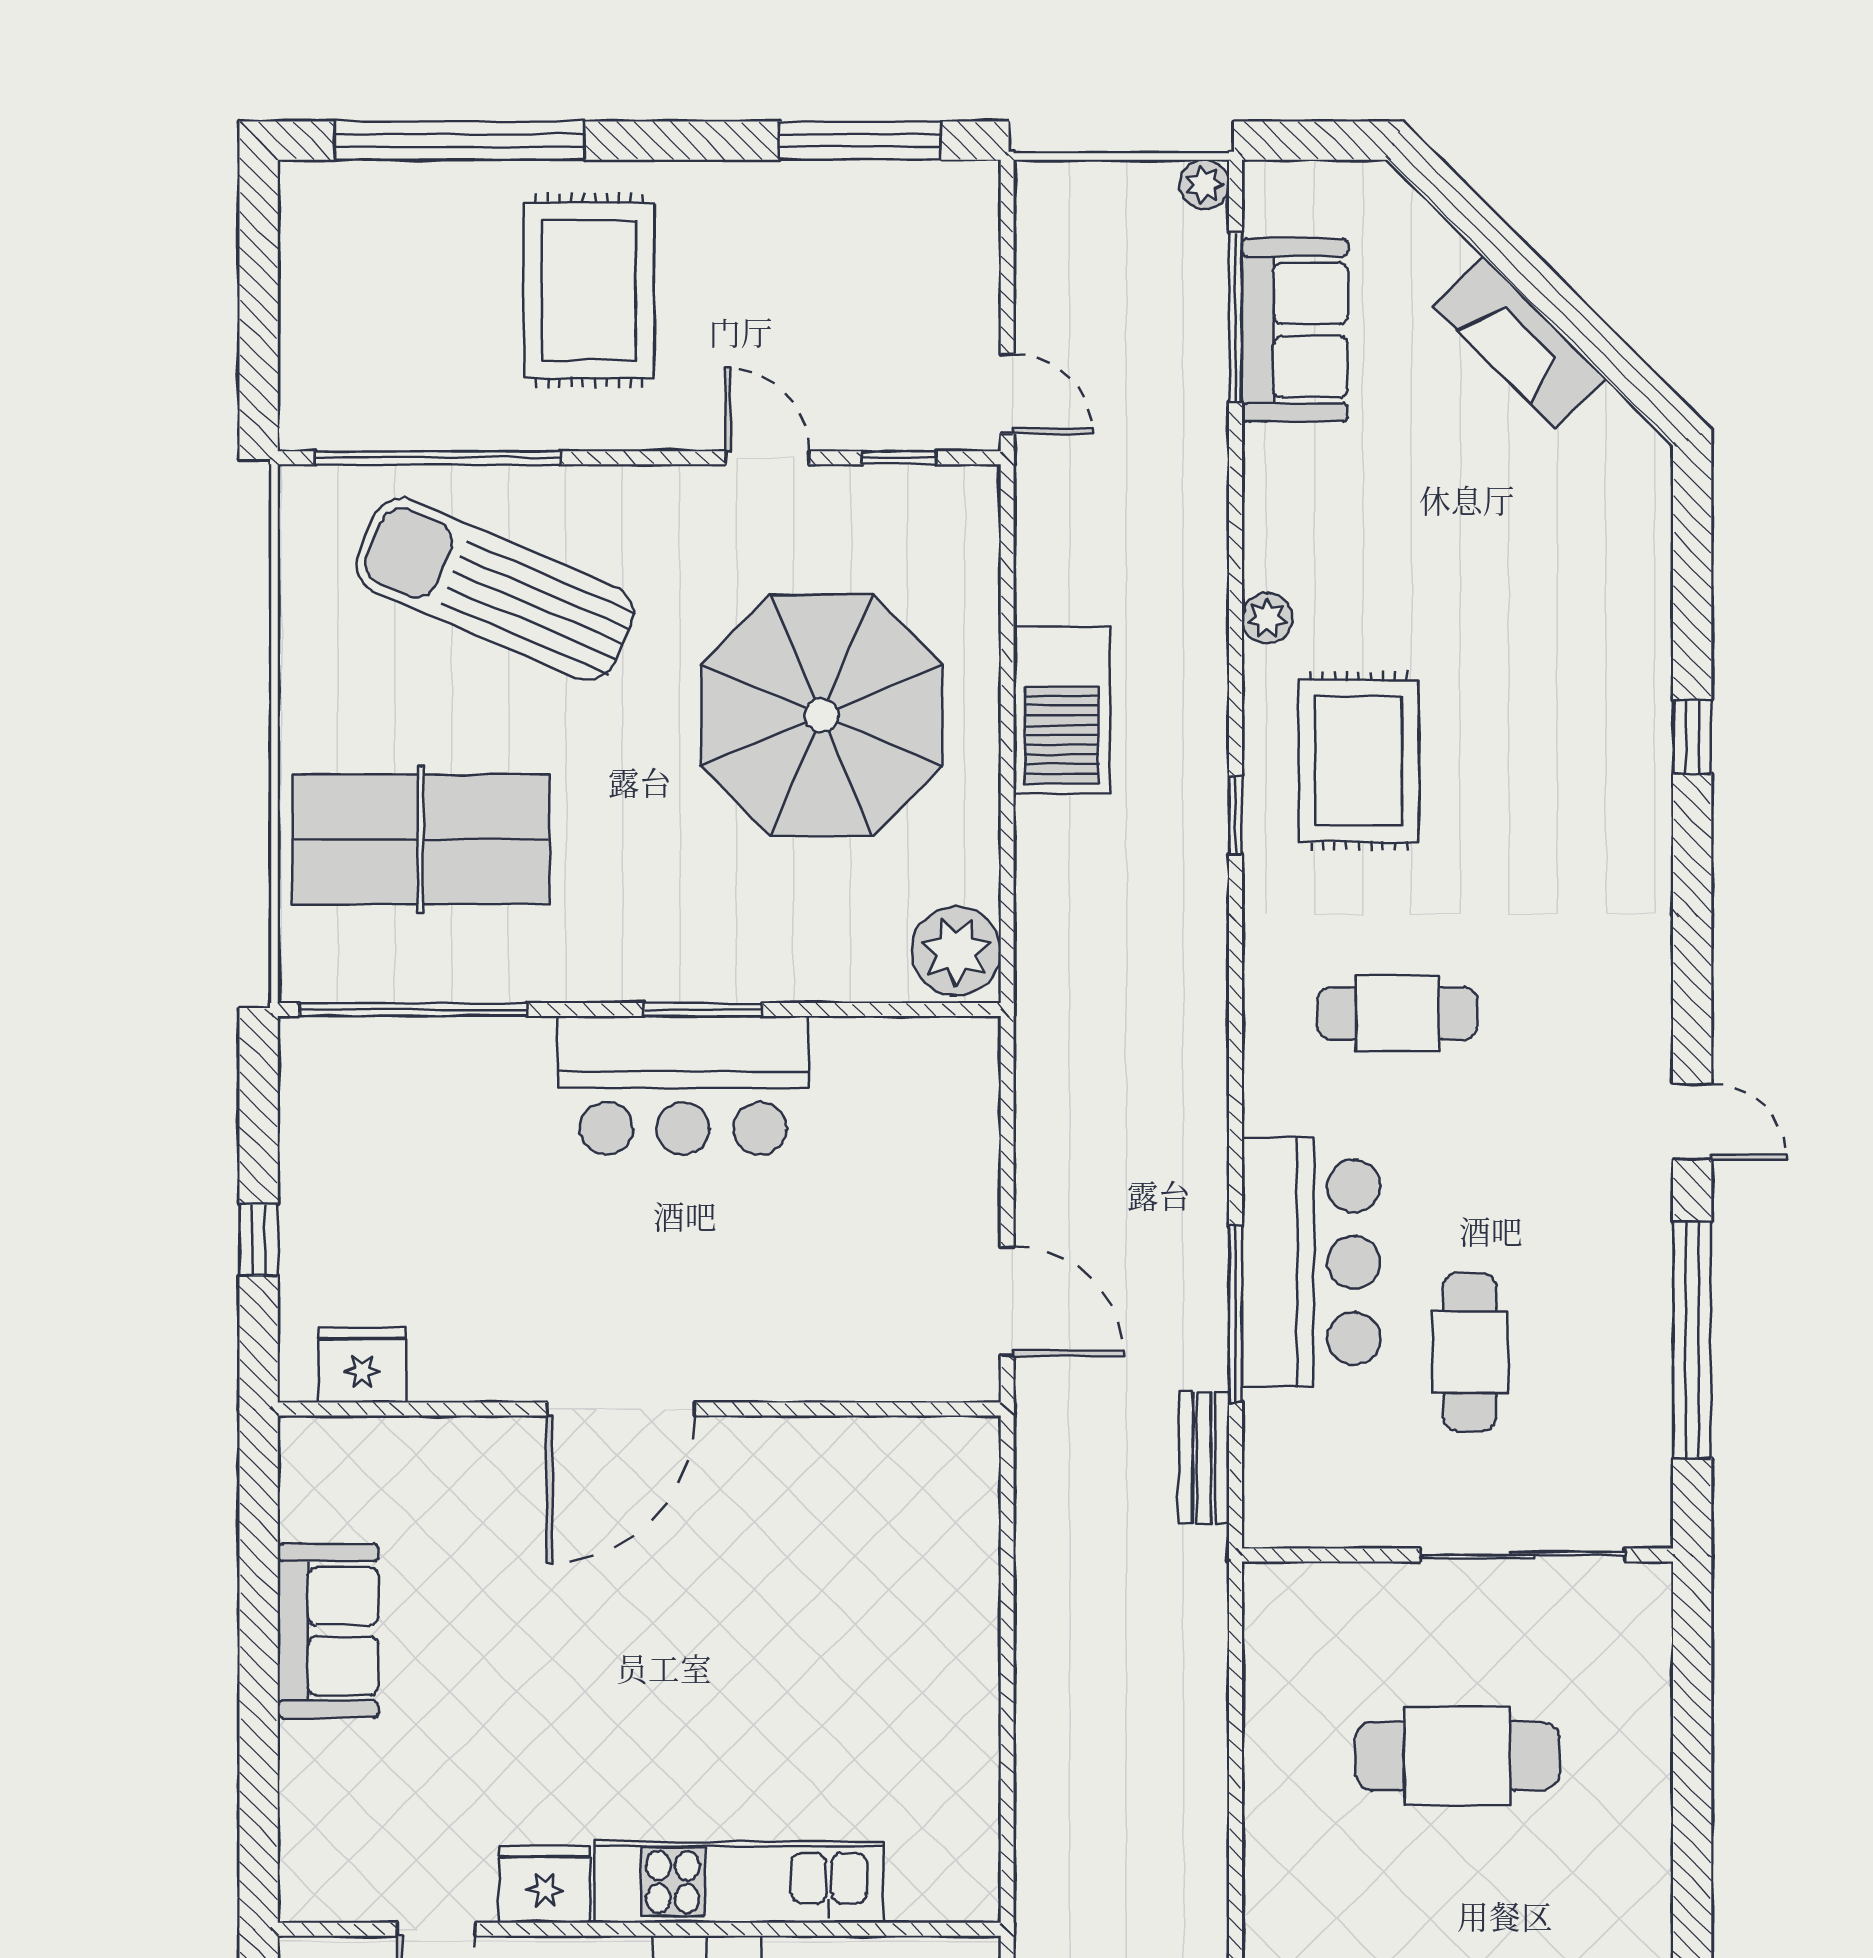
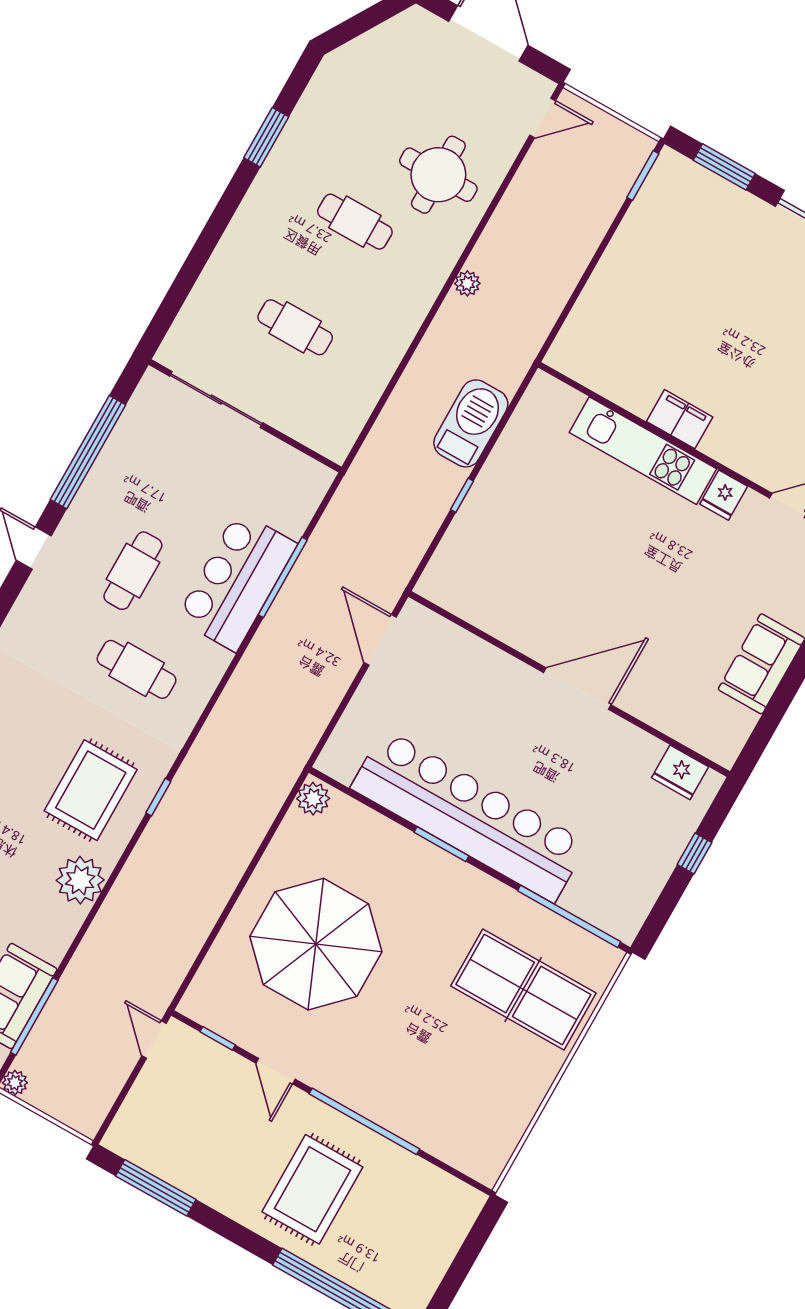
window: (437, 458) -> (364, 1121), moved
sun lounger: (495, 589) -> (429, 1081), removed
plant: (1267, 618) -> (80, 880), width x1.87, depth x1.87
barbecue: (1062, 710) -> (471, 423), moved
plant: (956, 951) -> (313, 799), width x0.73, depth x0.73
bar counter: (683, 1085) -> (469, 816), width x1.86
cafe table: (1470, 1352) -> (133, 571), moved
bench: (1204, 1458) -> (332, 522), removed
window: (1007, 1629) -> (462, 495), added
cafe table: (1457, 1756) -> (295, 327), width x0.73, depth x0.74
fridge: (545, 1884) -> (724, 495), width x0.72

